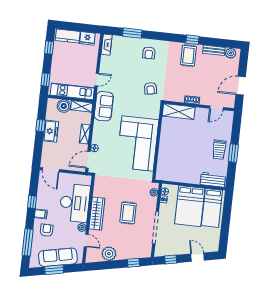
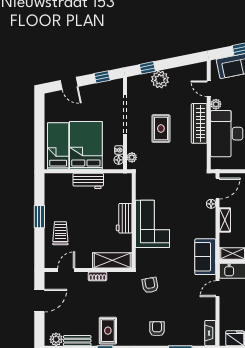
corner sofa: (138, 144) -> (153, 224), width x0.73, depth x0.74
workbench: (165, 144) -> (124, 218), added
trolley: (219, 150) -> (60, 233), moved
workbench: (213, 180) -> (88, 181), moved
plant: (109, 254) -> (160, 79), moved

